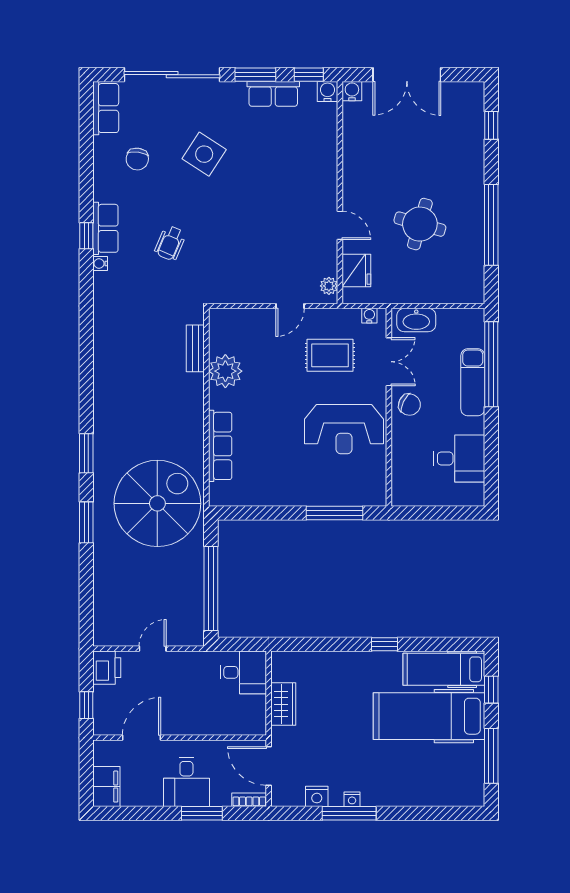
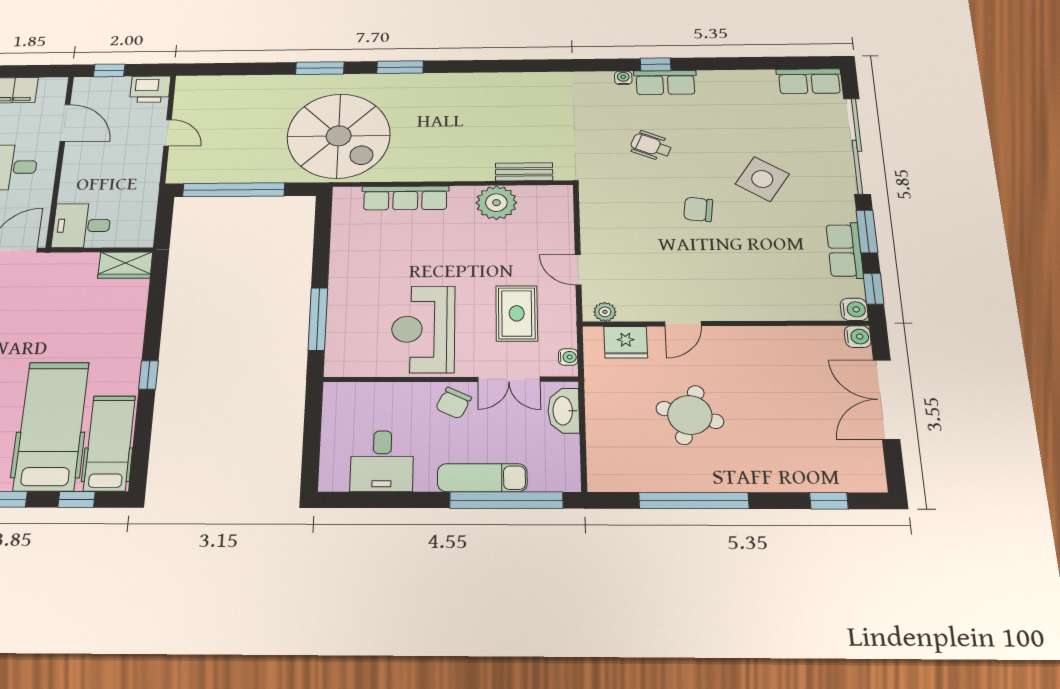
chair: (137, 159) -> (698, 209), moved
desk: (243, 672) -> (82, 226), moved, turned 90
wardrobe: (283, 704) -> (125, 265), moved

